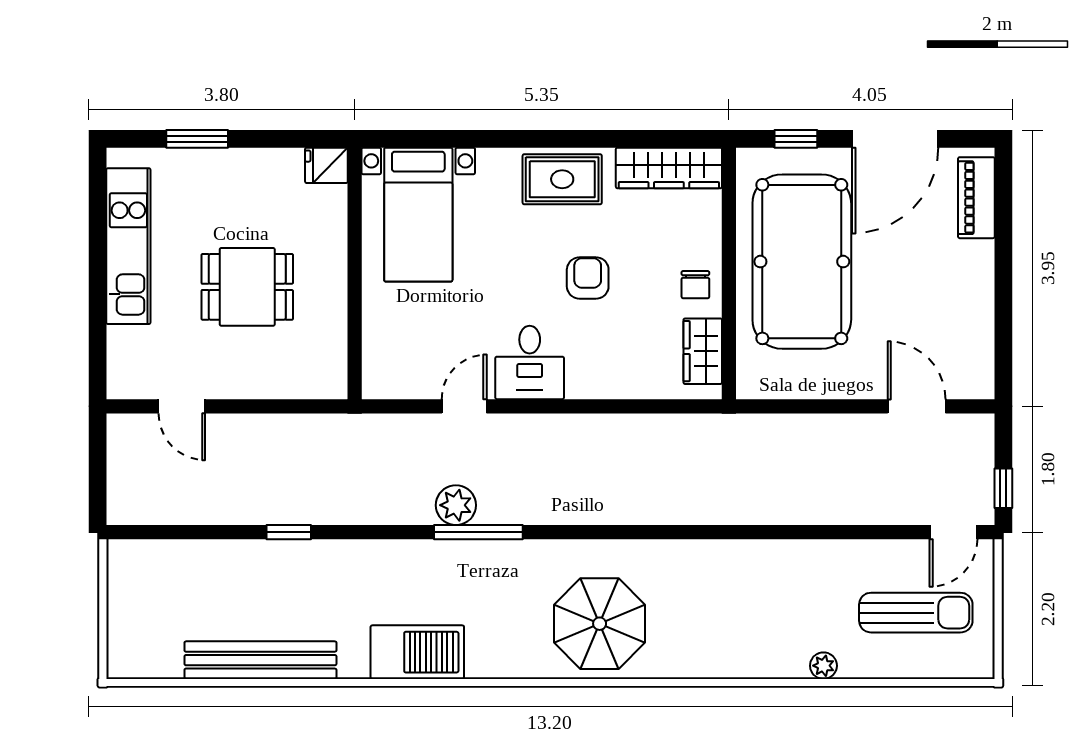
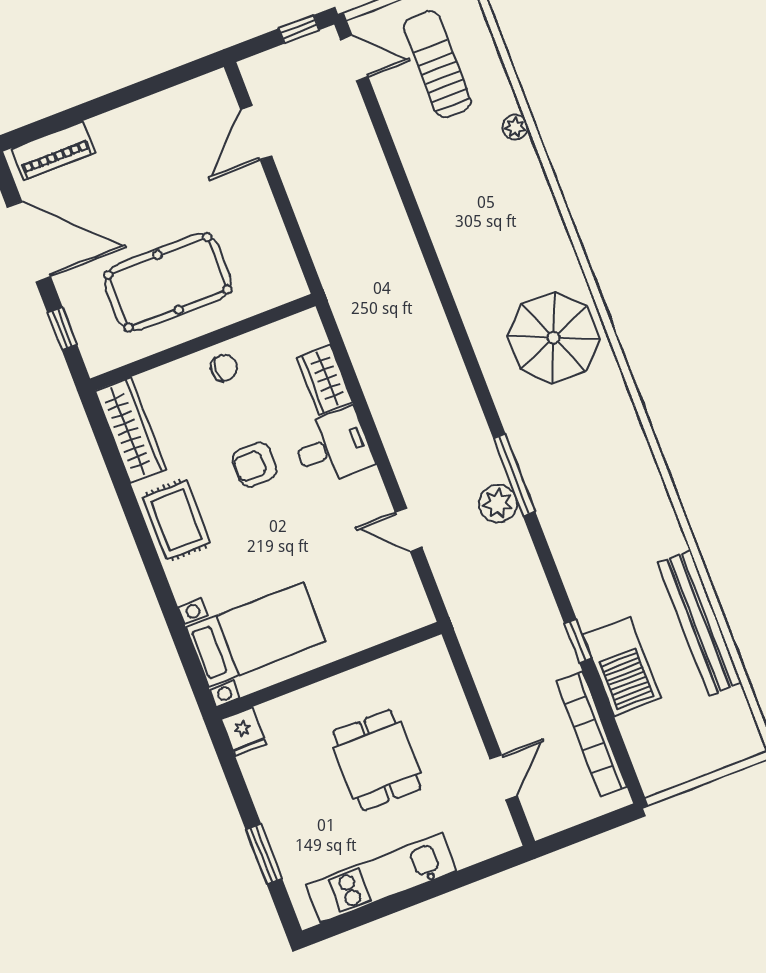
pool table: (802, 262) -> (168, 282), width x0.73, depth x0.76
wardrobe: (703, 351) -> (325, 380), moved, turned 90
desk: (530, 362) -> (333, 447), moved
bookcase: (191, 510) -> (592, 734), added
barbecue: (417, 652) -> (622, 666), moved, turned 180

